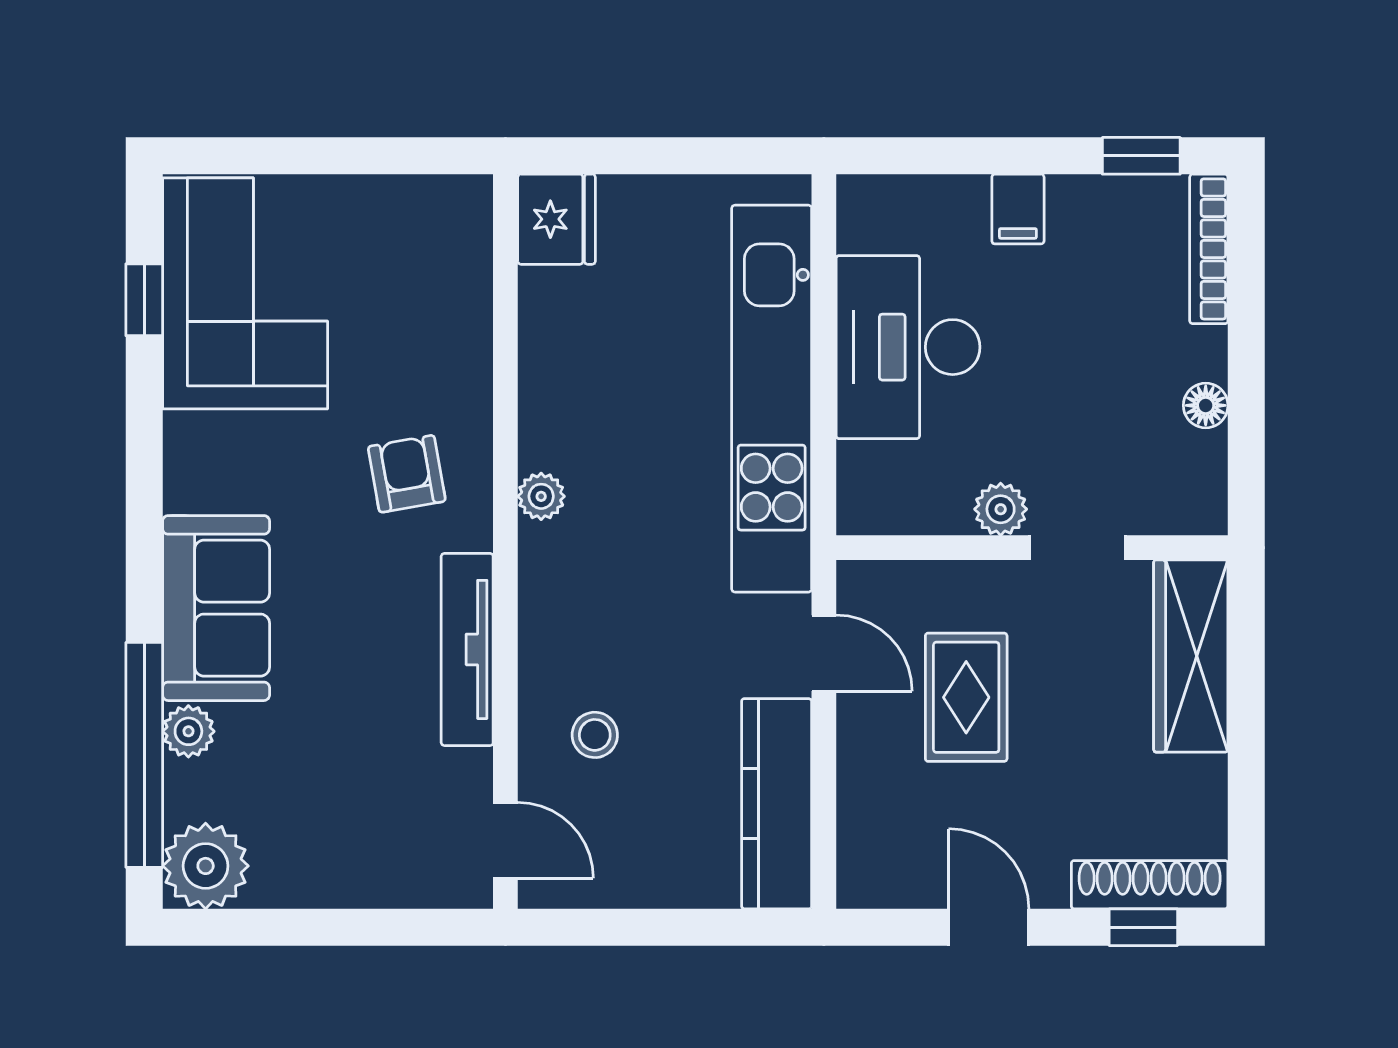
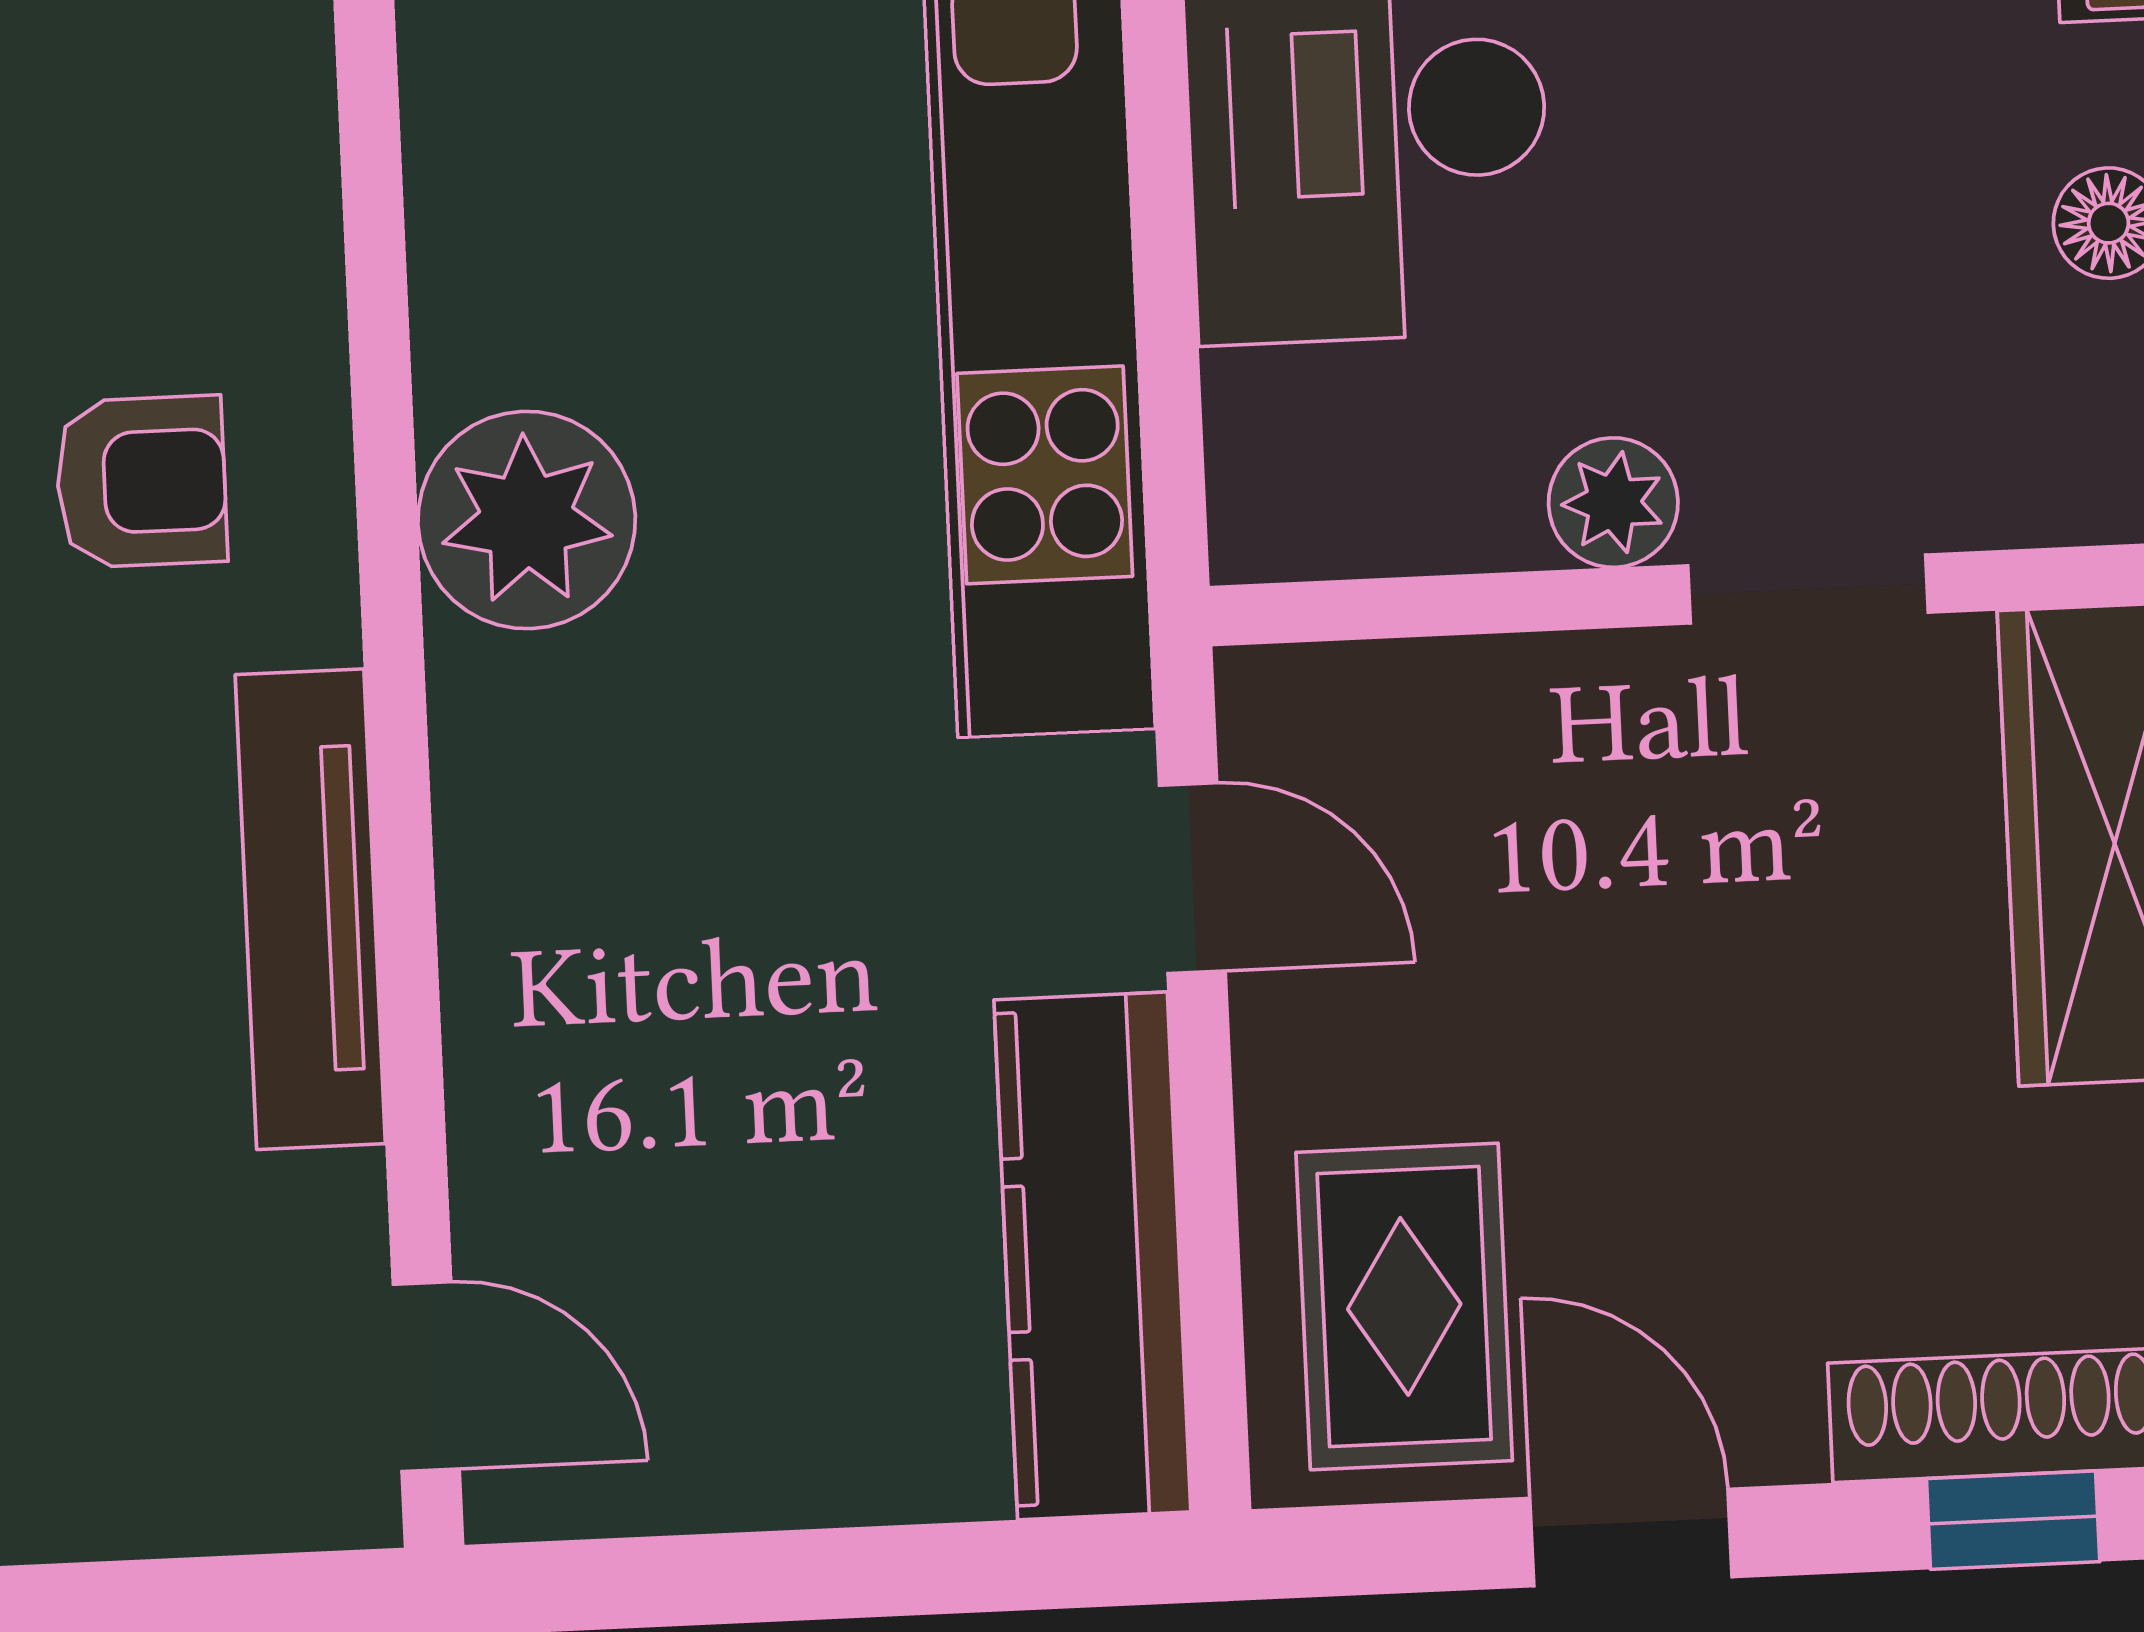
armchair: (407, 474) -> (141, 482), turned 100
plant: (541, 496) -> (527, 520), width x1.88, depth x1.88
rug: (966, 697) -> (1404, 1306), moved
stool: (595, 735) -> (635, 1106), removed

